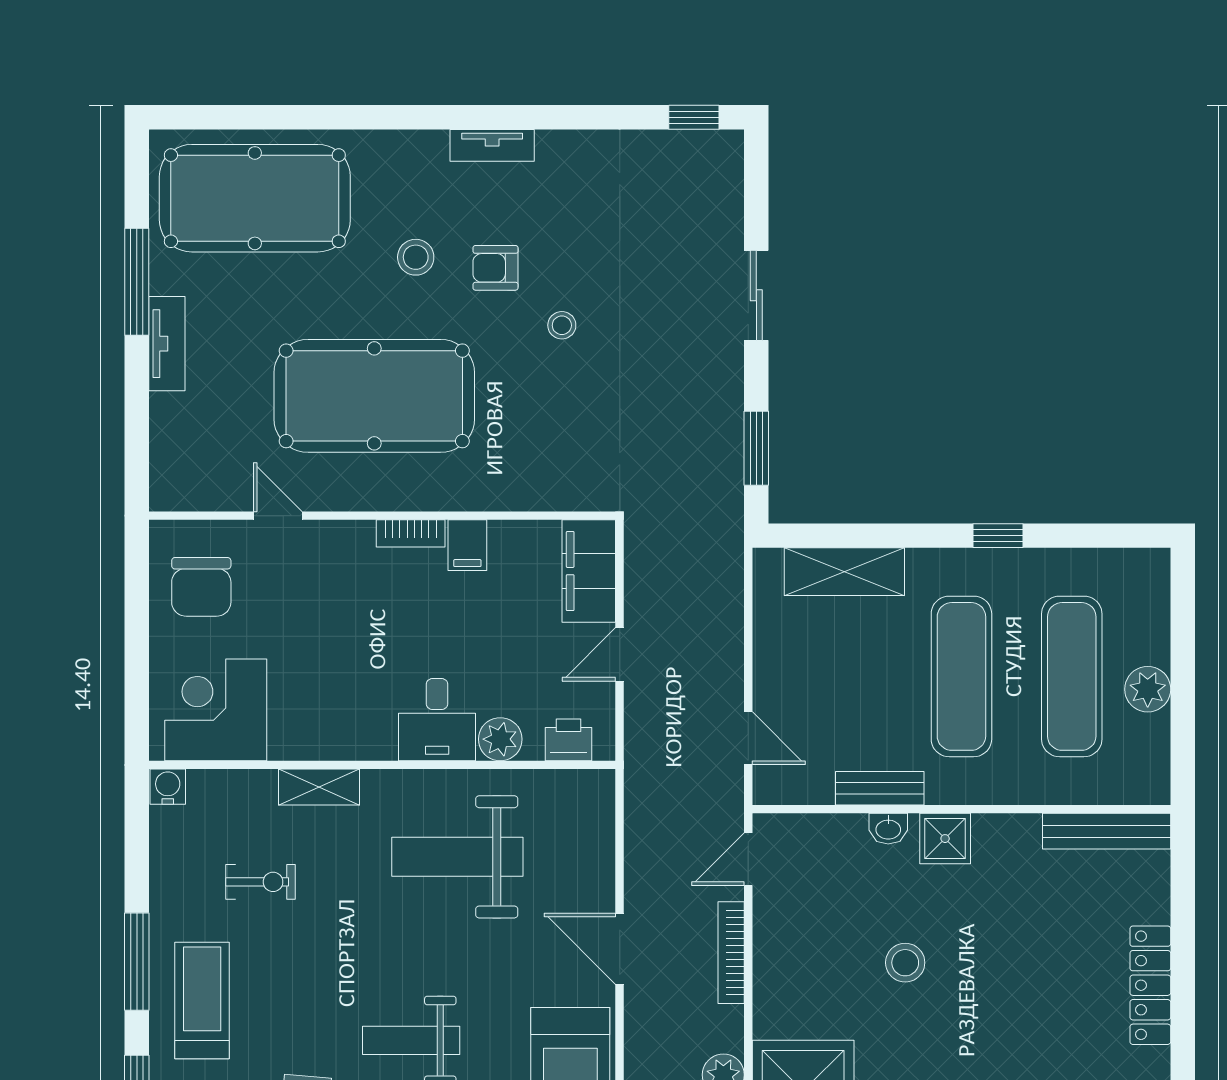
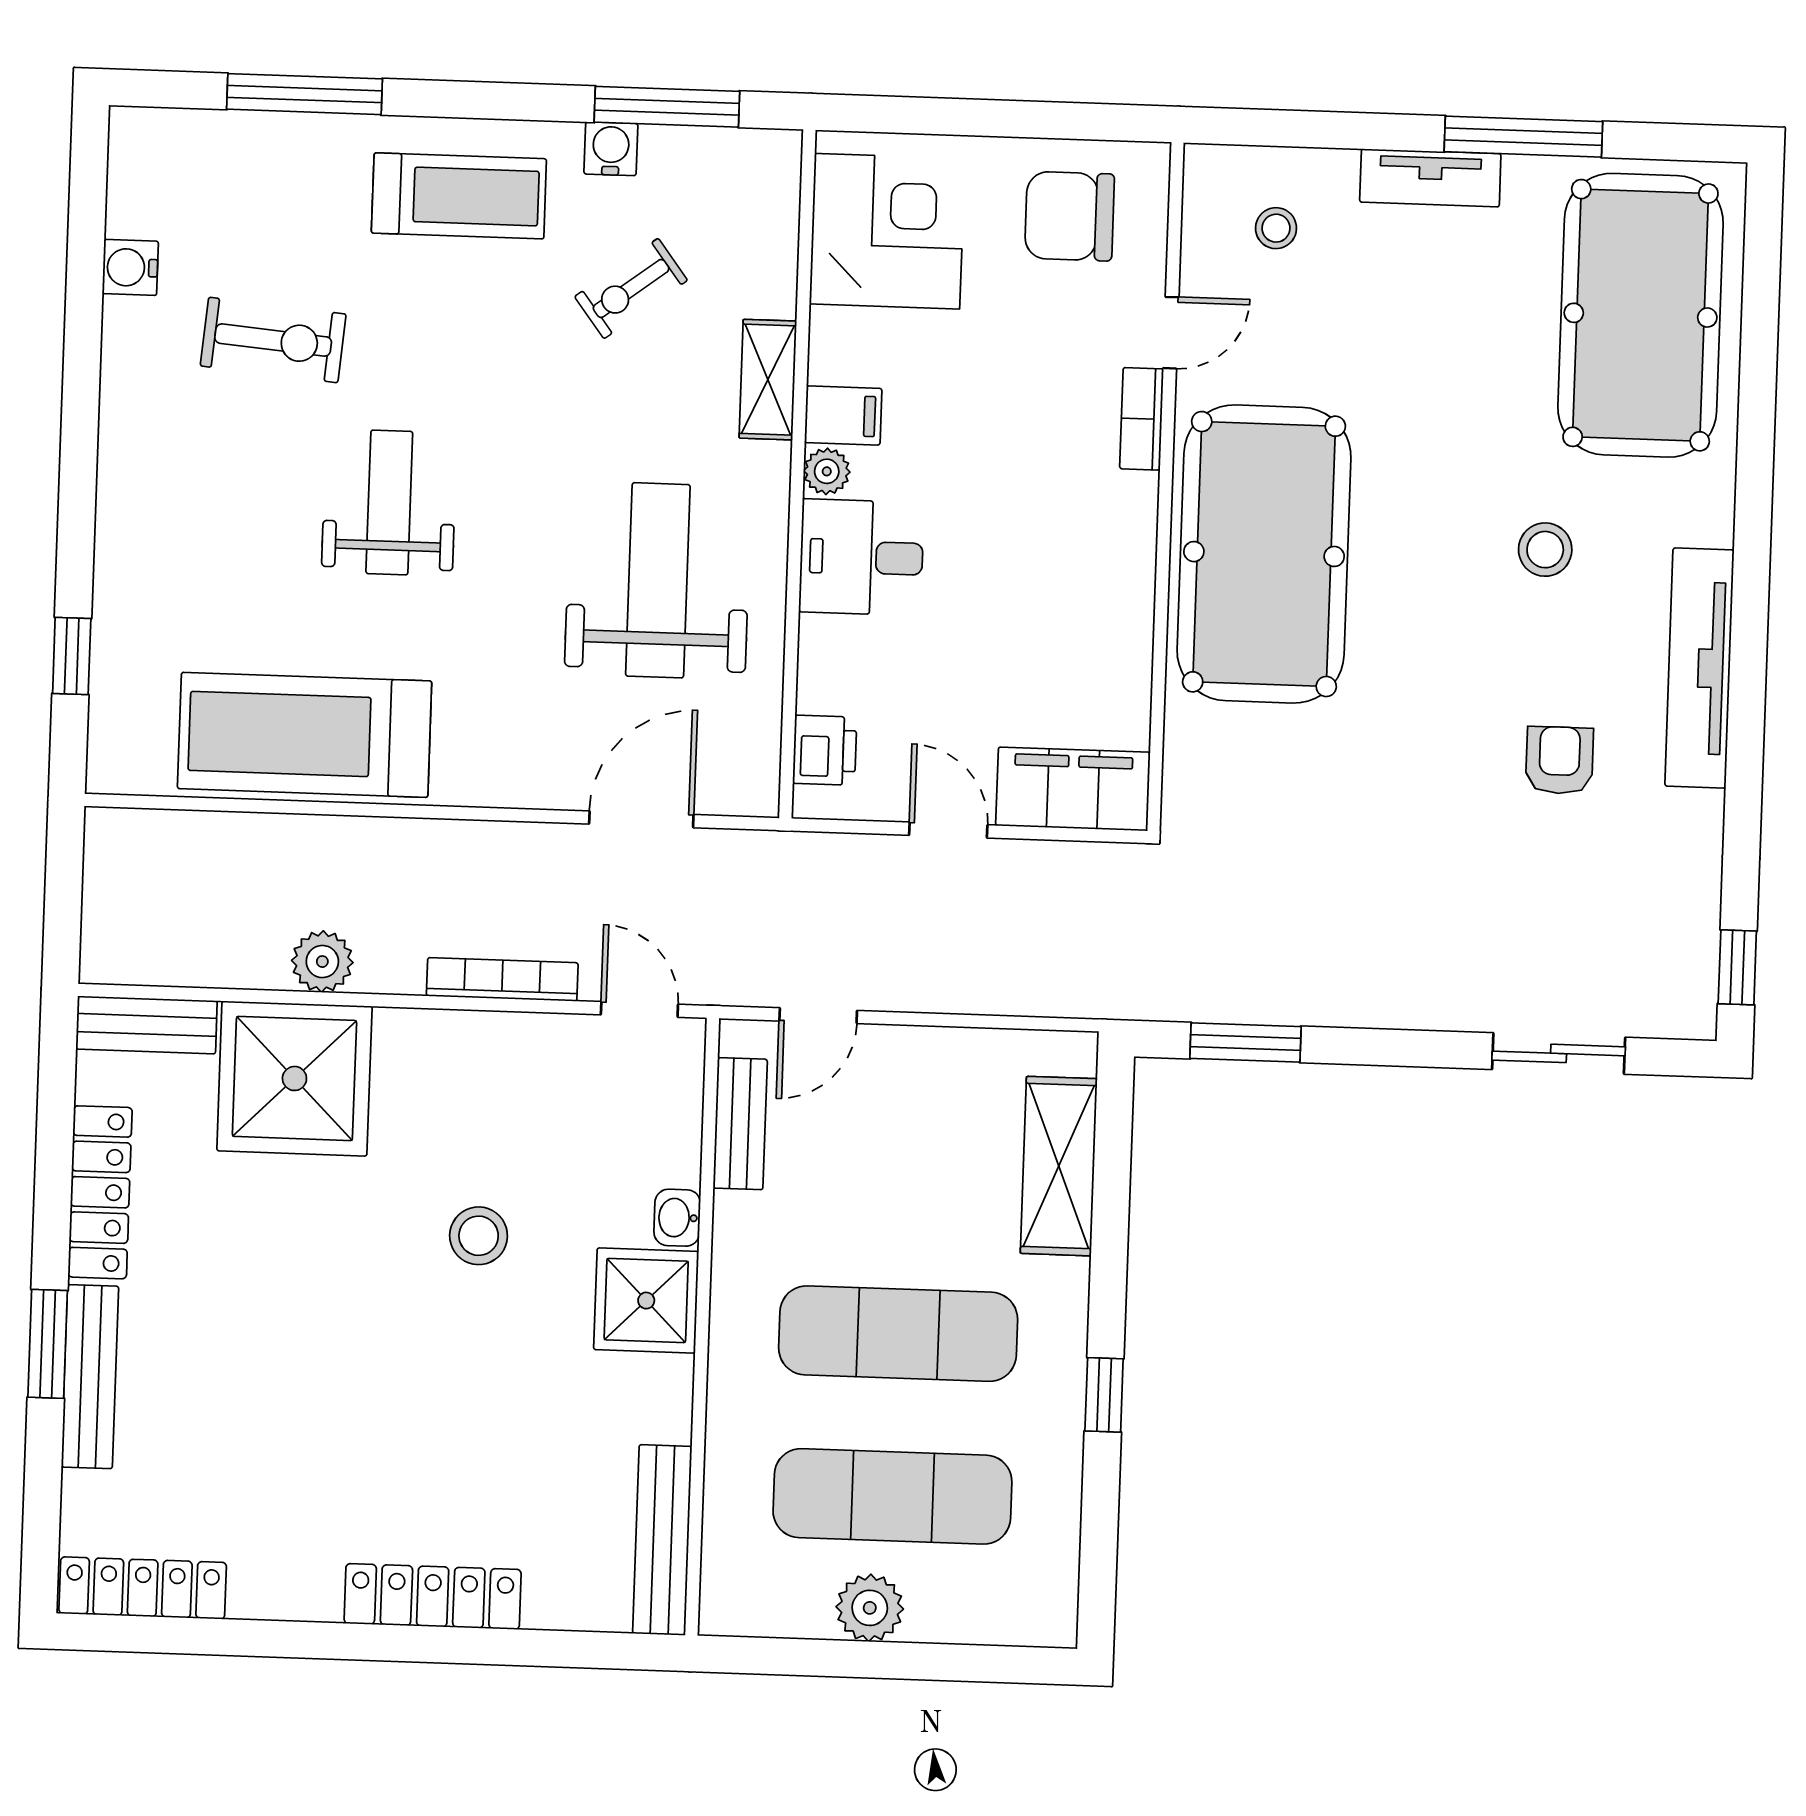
tv unit: (492, 145) -> (1699, 668), width x1.92, depth x1.29
armchair: (495, 268) -> (1559, 760), moved
sliding door: (756, 295) -> (1559, 1053), moved
stool: (562, 325) -> (1276, 228), moved
pool table: (374, 396) -> (1264, 554), moved
bookcase: (411, 533) -> (1142, 419), moved
filing cabinet: (467, 545) -> (843, 415), moved, turned 180
plant: (500, 739) -> (827, 471), moved, width x0.73, depth x0.73
water cooler: (168, 787) -> (611, 149), moved, turned -90
bench: (880, 788) -> (740, 1124), moved
shower: (945, 839) -> (646, 1301), width x1.36, depth x1.36
exercise bike: (261, 882) -> (631, 288), turned 53
door: (620, 949) -> (641, 819), moved
window: (137, 962) -> (667, 107), moved

